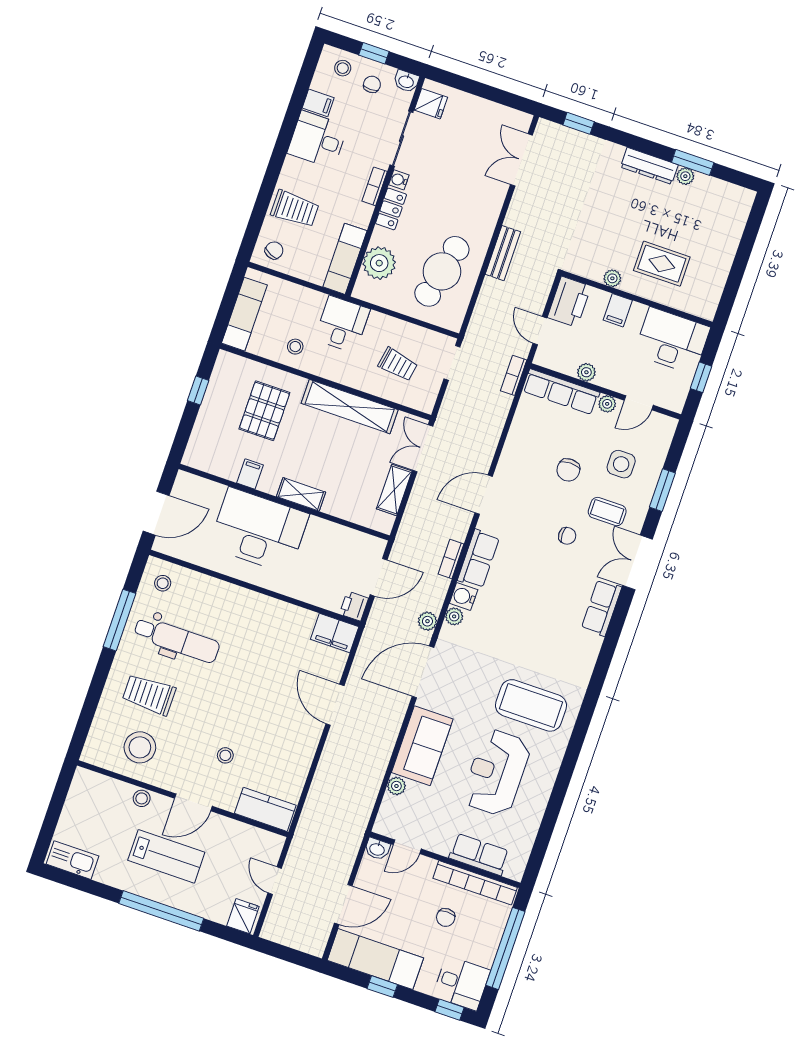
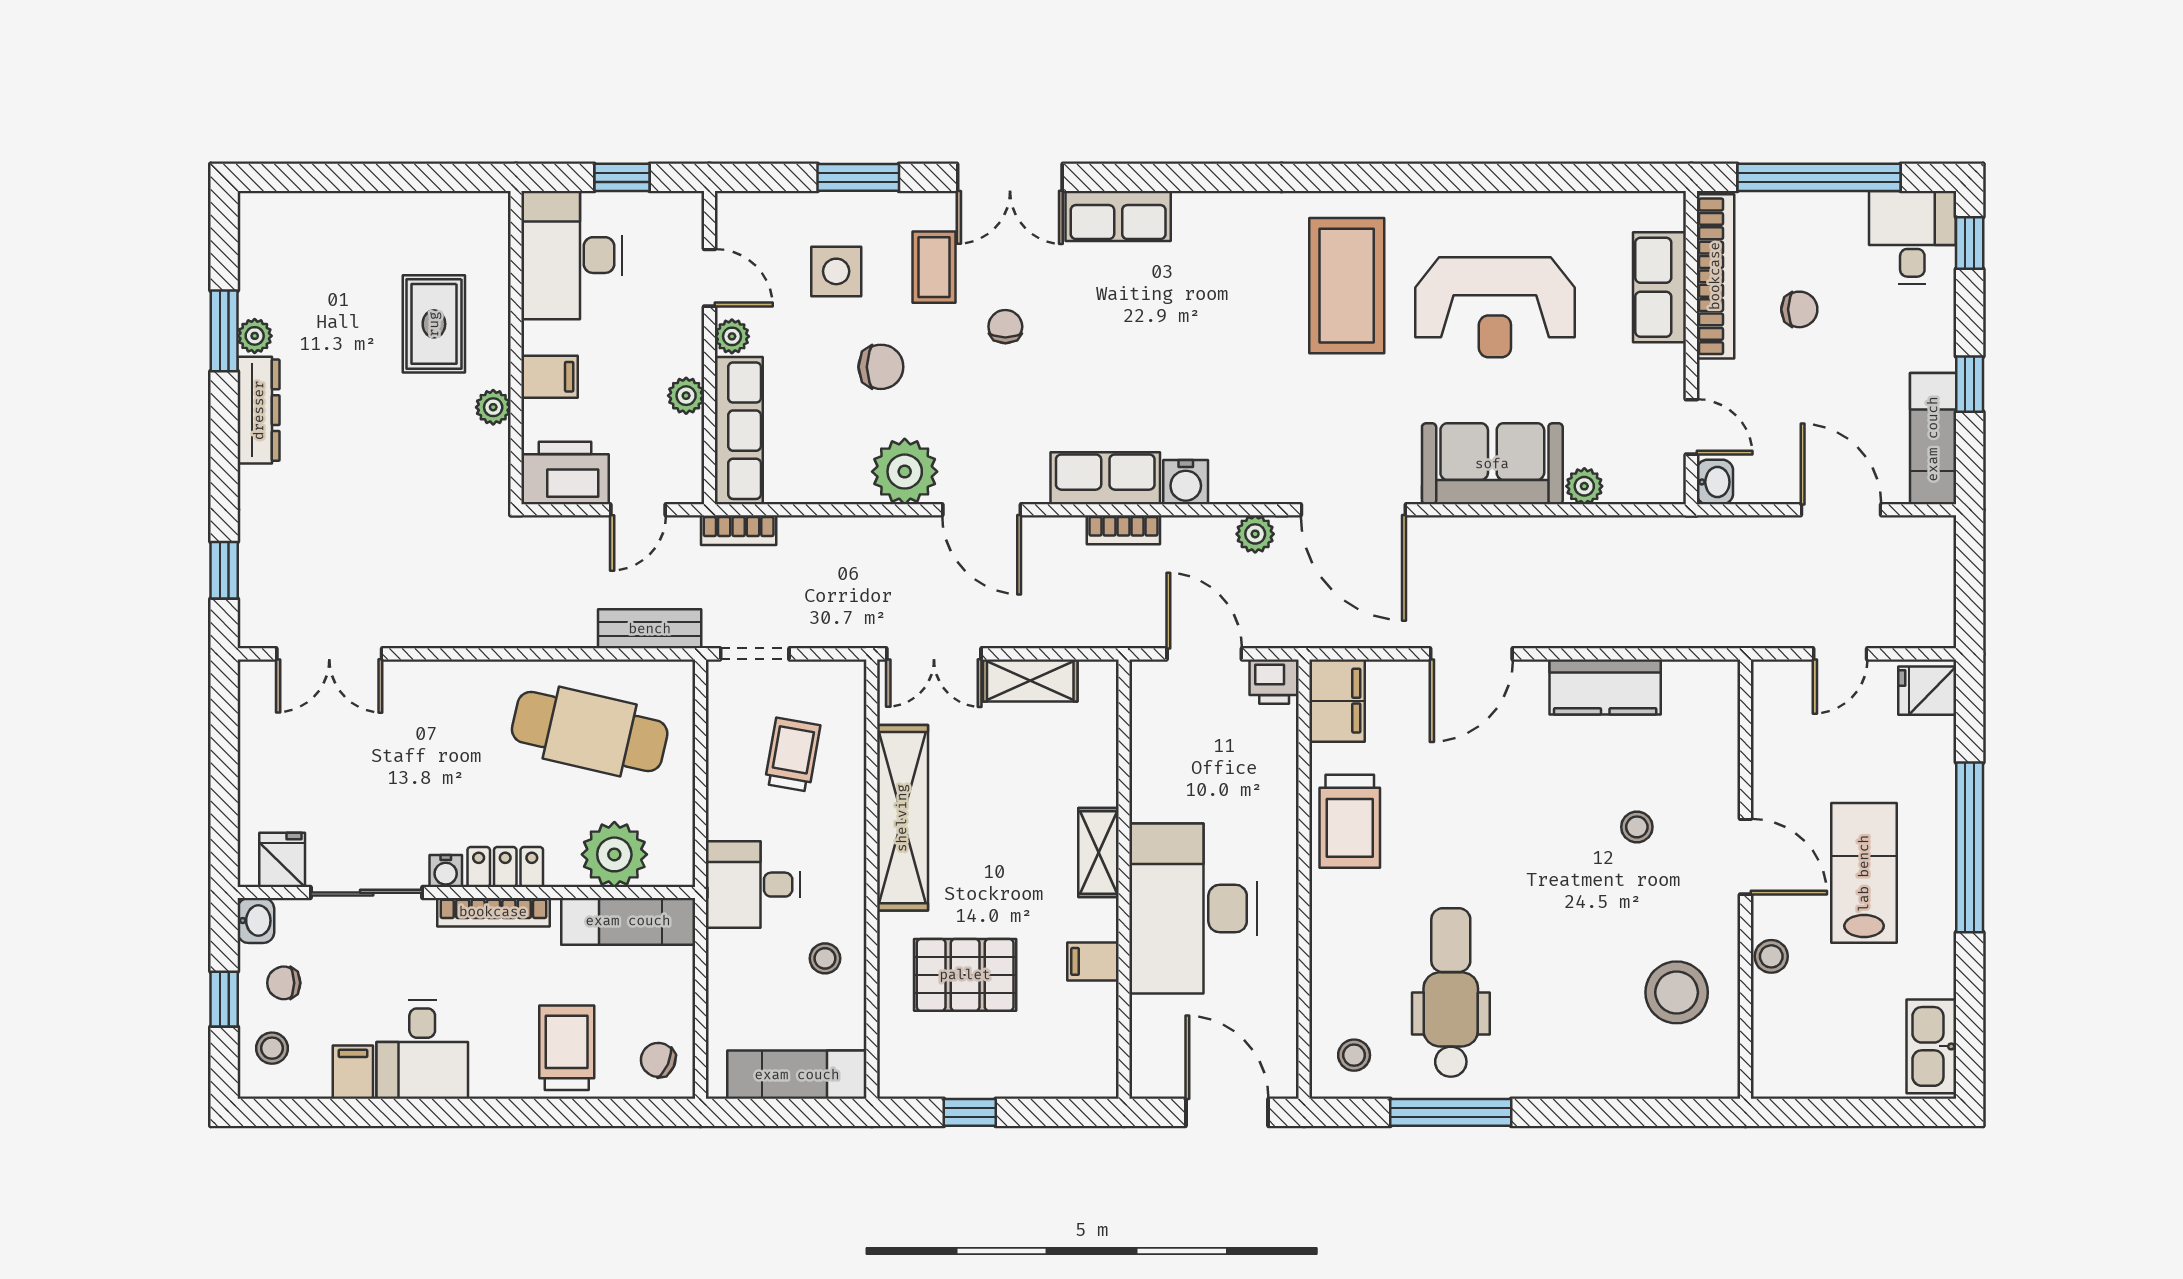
bookcase: (375, 186) -> (493, 912), width x1.56
bench: (503, 253) -> (650, 629), moved
plant: (454, 616) -> (905, 472), moved, width x1.88, depth x1.88
trolley: (149, 695) -> (1350, 821), moved
kitchen counter: (265, 809) -> (1605, 687), moved, turned -90
exam couch: (375, 959) -> (1933, 439), width x0.73, depth x0.69

